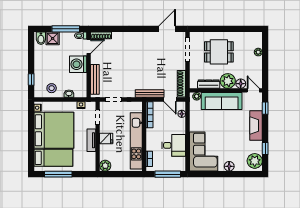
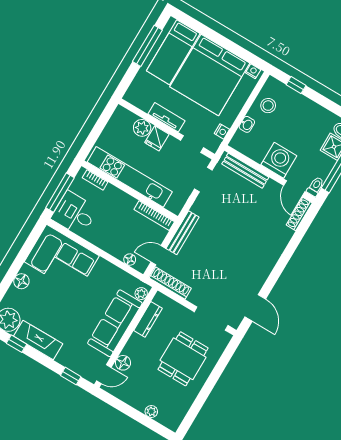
plant: (228, 81) -> (137, 347), removed
fireplace: (256, 126) -> (38, 340), moved
desk: (174, 145) -> (74, 214), moved, turned 90
plant: (105, 166) -> (142, 128), moved

